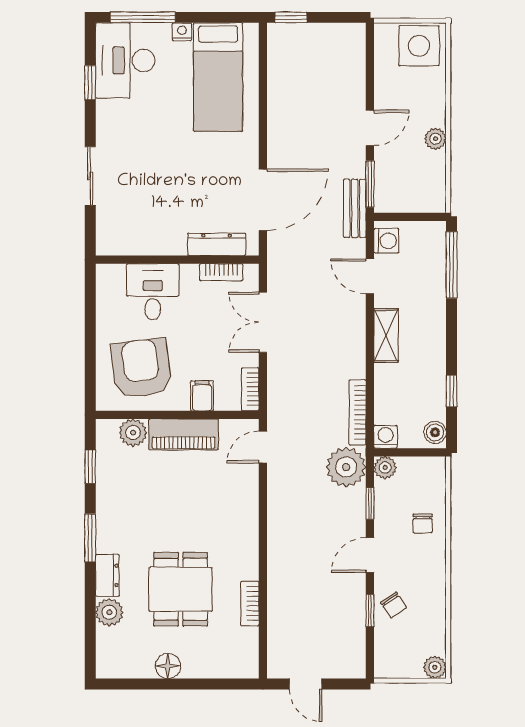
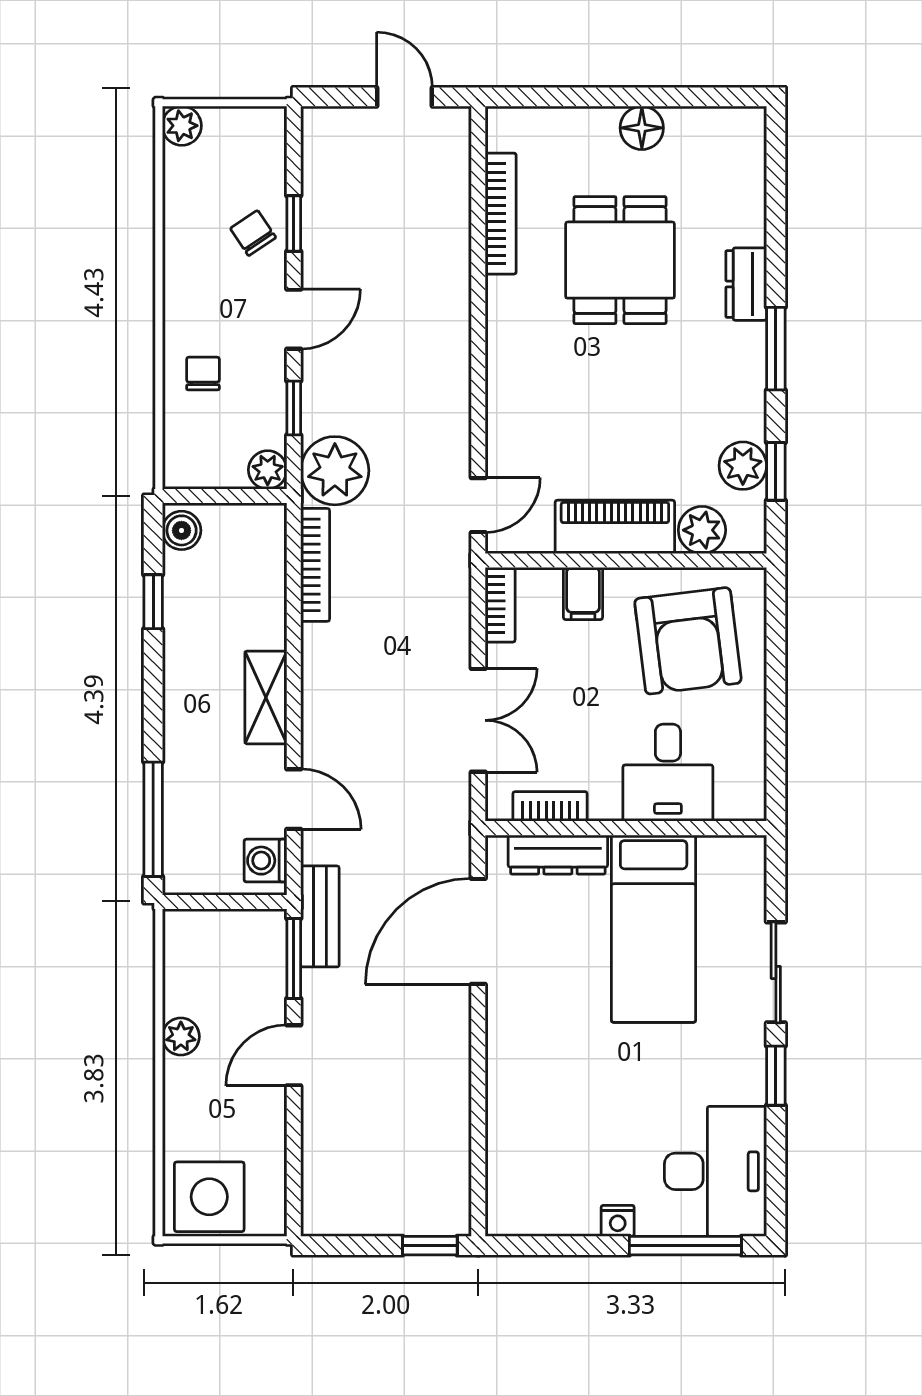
bed: (218, 77) -> (654, 929), moved, turned 180
window: (90, 83) -> (776, 1076), moved
washing machine: (386, 437) -> (267, 523), removed
bookcase: (250, 604) -> (501, 214), width x1.56
plant: (109, 612) -> (743, 466), moved

